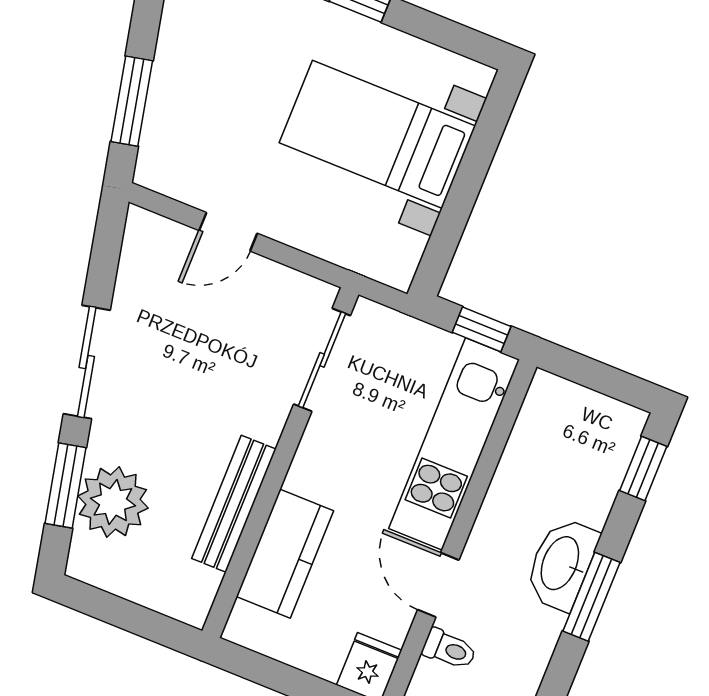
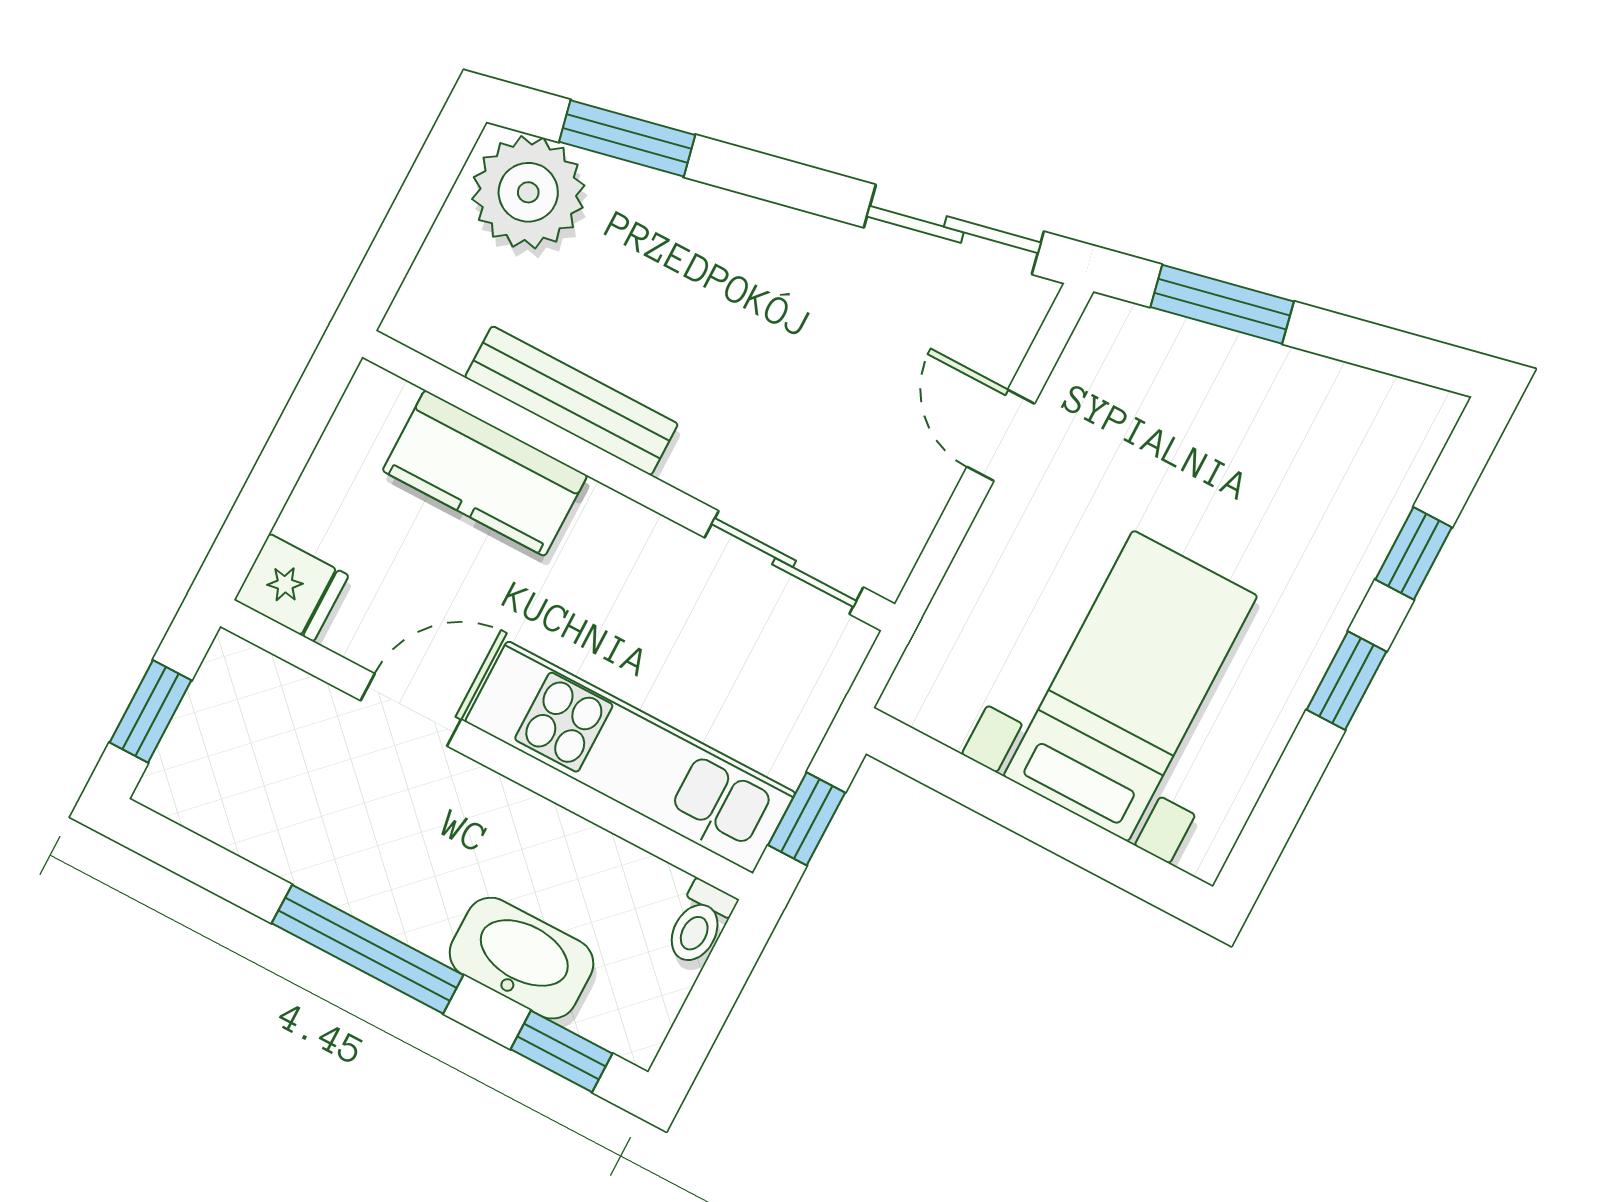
sliding door: (87, 362) -> (954, 229), moved
plant: (113, 502) -> (528, 192), moved
washbasin: (561, 564) -> (522, 958), moved
window: (591, 597) -> (368, 949), width x1.44
toilet: (449, 649) -> (699, 923), moved

